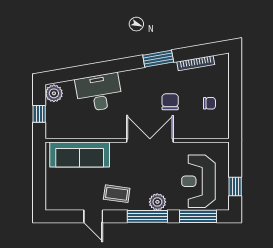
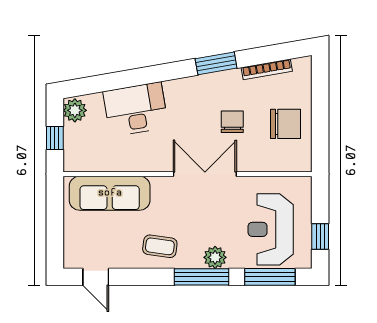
chair: (209, 103) -> (285, 124), width x1.87, depth x1.87
door: (93, 216) -> (96, 277), moved

